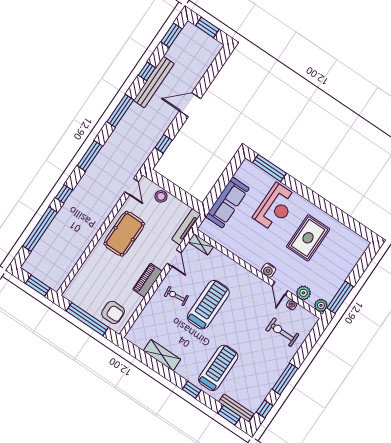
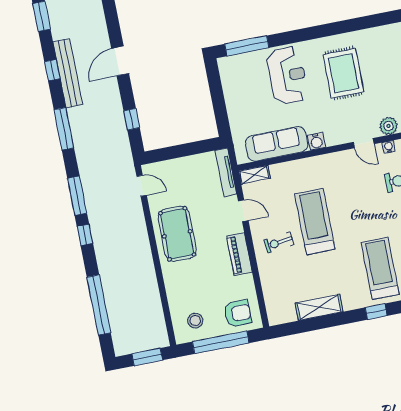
window: (64, 194) -> (85, 235), moved
stool: (161, 196) -> (195, 321), moved
sofa: (227, 202) -> (277, 144), moved, turned -90
water cooler: (268, 270) -> (316, 141), moved

